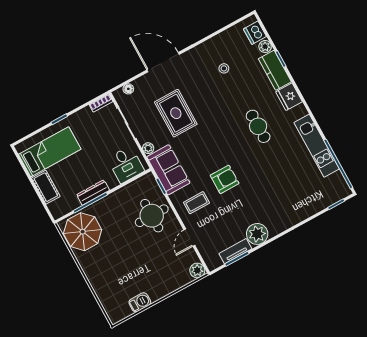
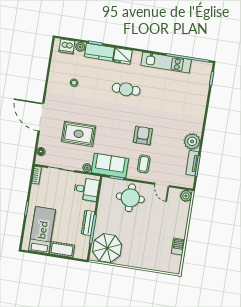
door: (163, 62) -> (41, 117), hinge flipped

